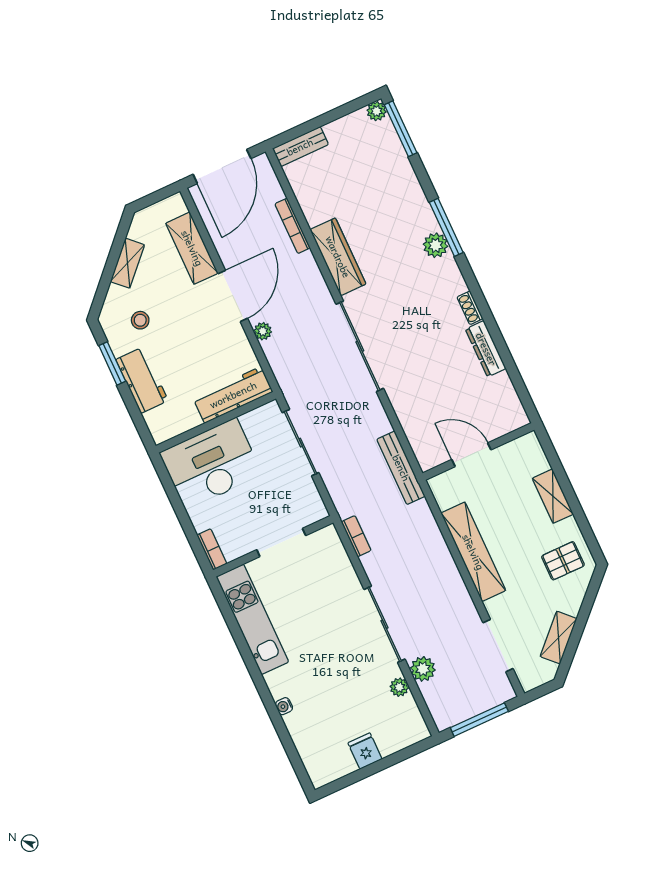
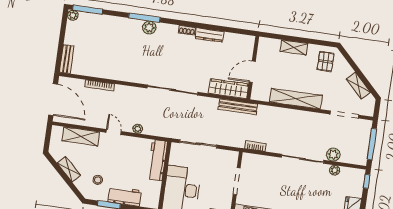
wardrobe: (338, 257) -> (229, 89), moved
door: (233, 296) -> (114, 132), width x0.53
window: (415, 749) -> (367, 181), added

